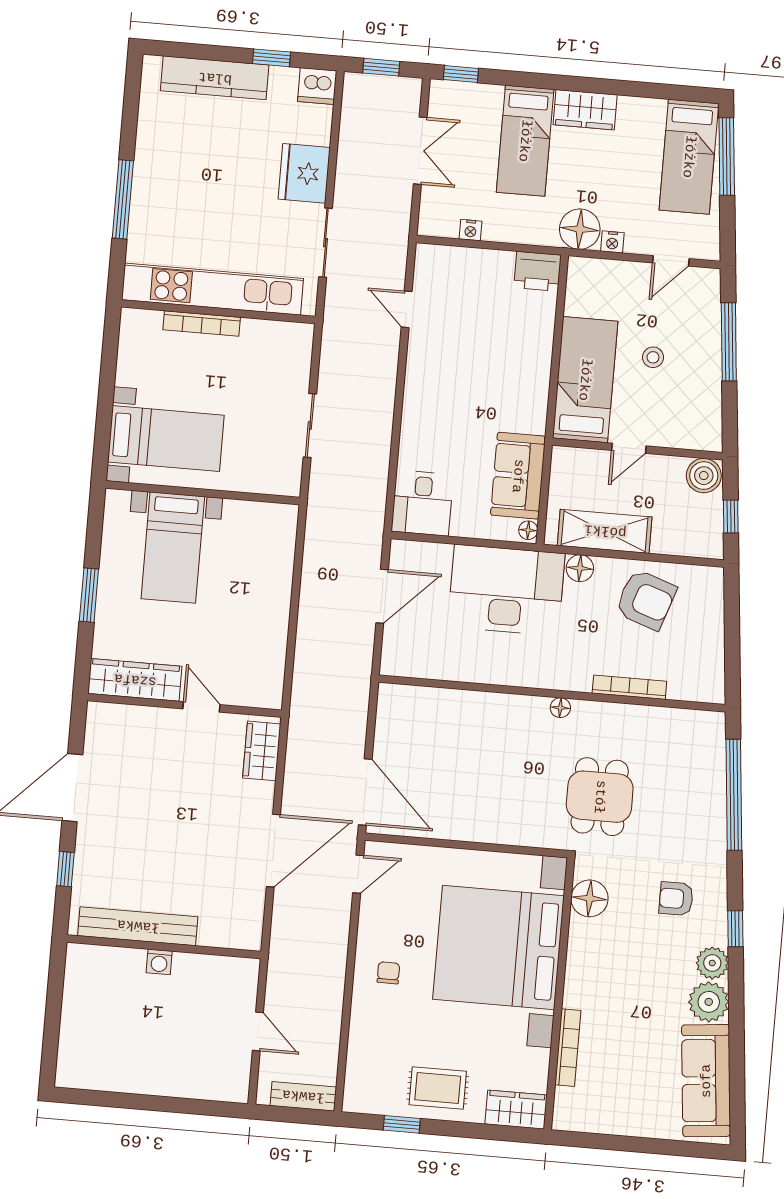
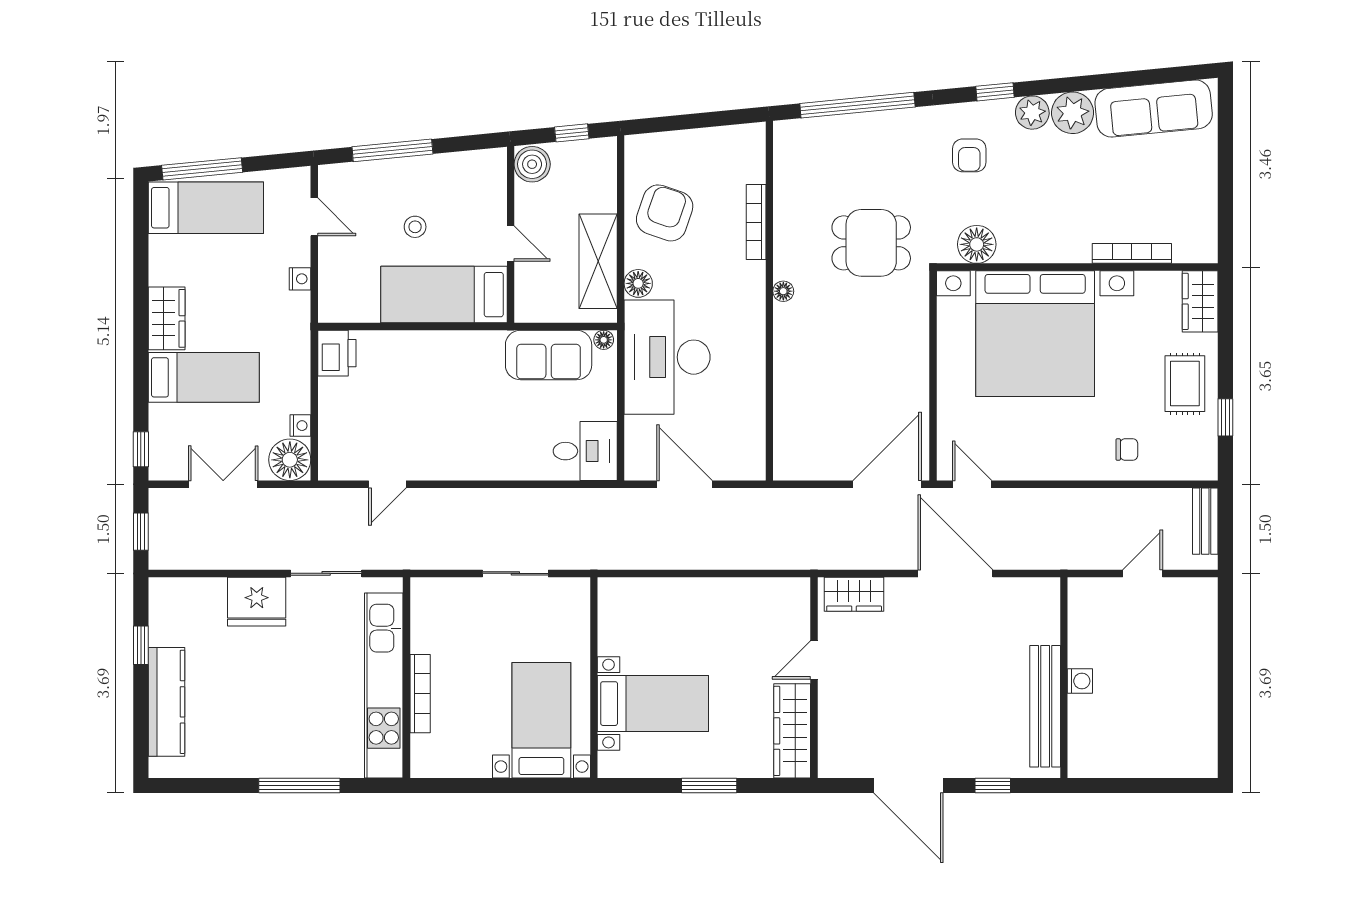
dishwasher: (317, 86) -> (166, 596), removed
floor lamp: (580, 229) -> (290, 460), moved
chair: (388, 973) -> (1127, 450), moved, turned 180

